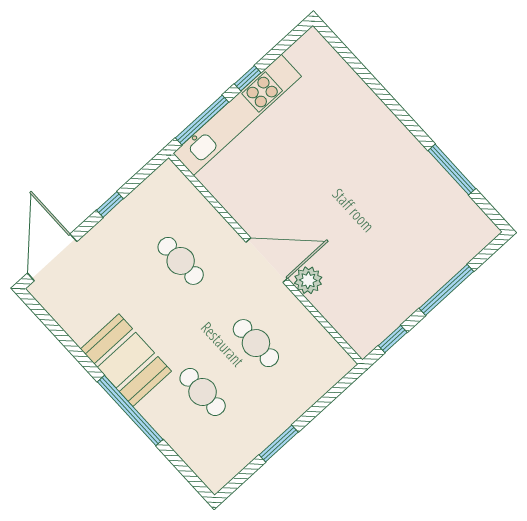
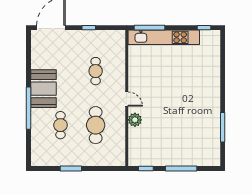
window: (248, 78) -> (204, 28), moved
door: (267, 260) -> (127, 99), width x0.53
cafe table: (256, 343) -> (96, 125), width x1.37, depth x1.35

